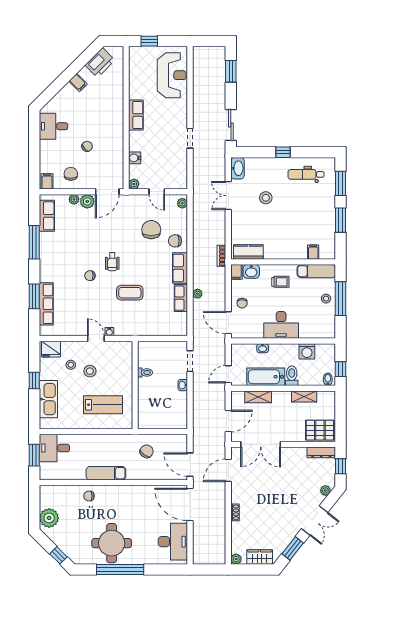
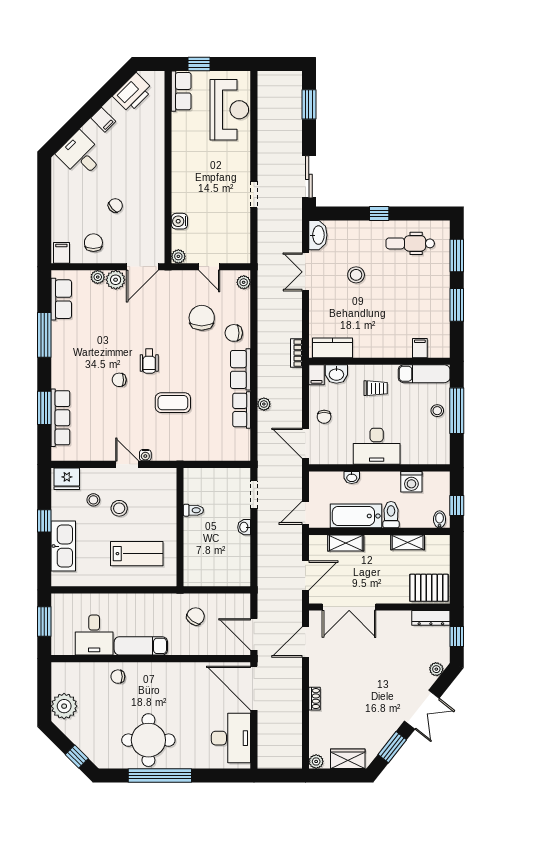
row of seats: (136, 115) -> (181, 91), moved
desk: (53, 126) -> (80, 155), moved, turned 45
desk: (54, 448) -> (94, 635), moved, turned -90

